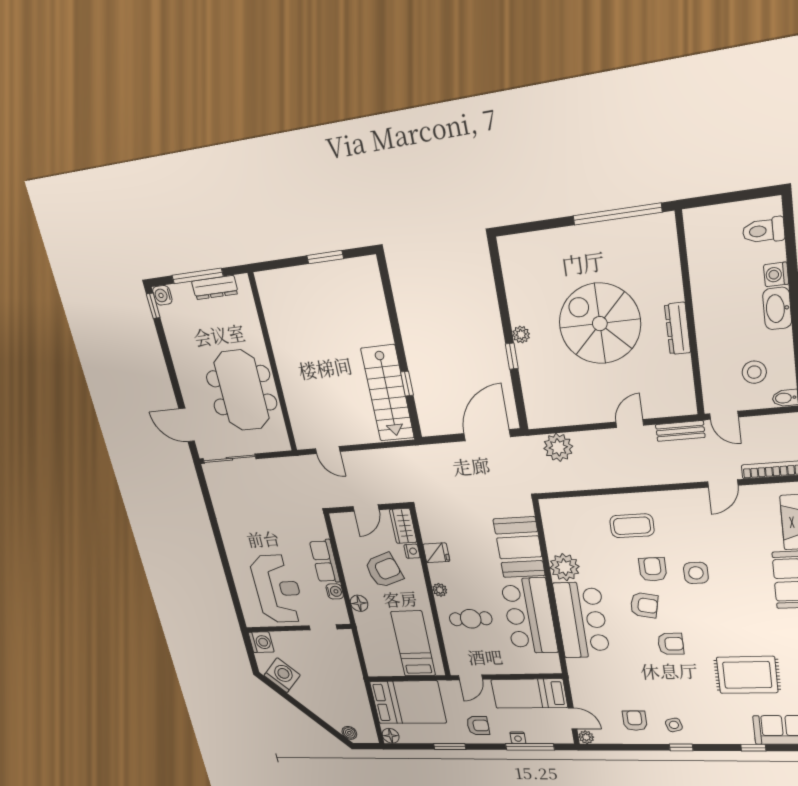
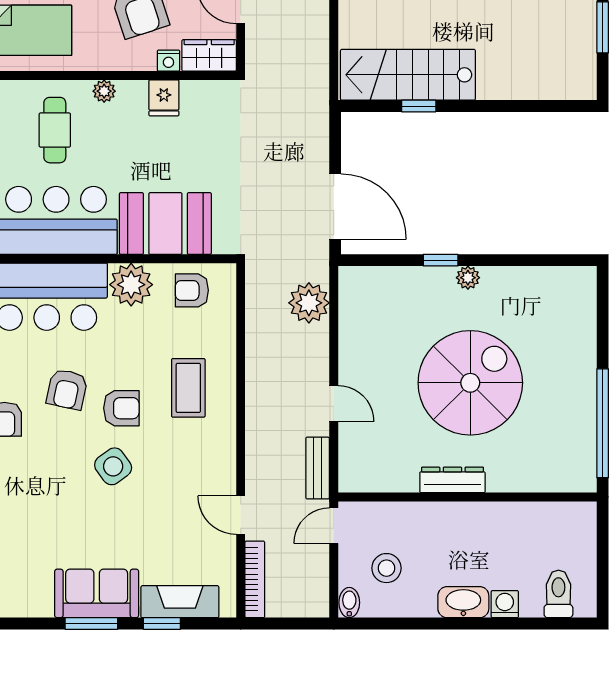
armchair: (562, 528) -> (192, 290), added
side table: (696, 573) -> (113, 466), turned -36

